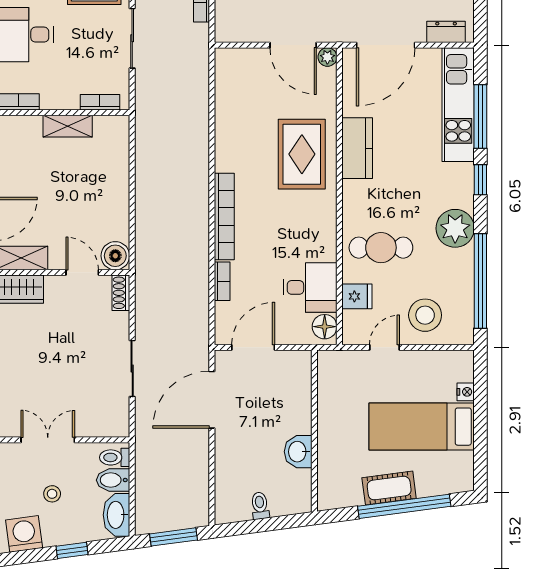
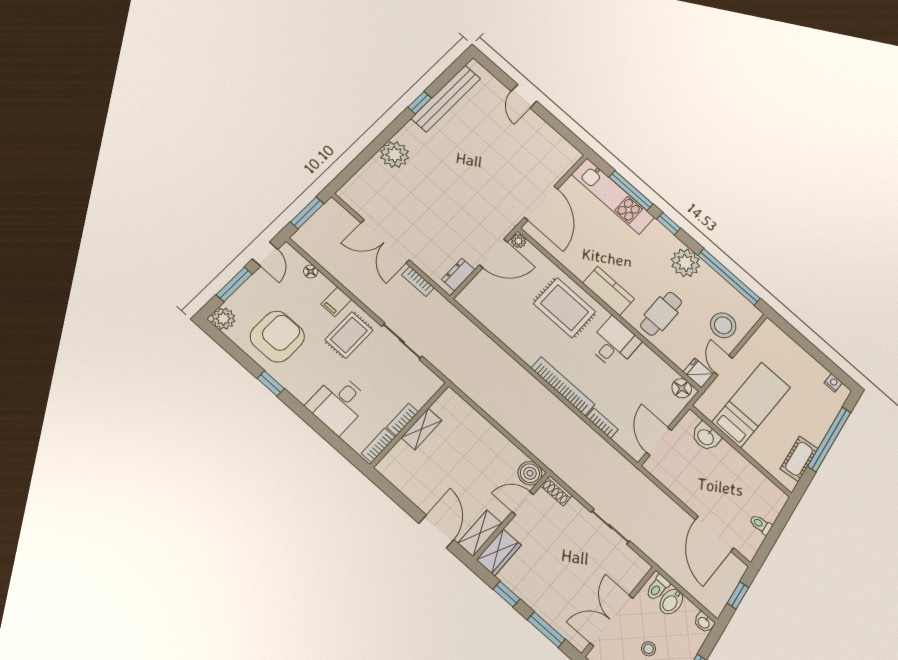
dresser: (446, 32) -> (458, 275), moved
bookcase: (100, 102) -> (403, 420), moved
kitchen counter: (357, 148) -> (608, 291), moved
desk: (310, 287) -> (614, 343), moved
fridge: (357, 296) -> (698, 373), moved, turned -90
nightstand: (466, 392) -> (833, 383), moved
door: (212, 400) -> (715, 534), moved
bed: (422, 427) -> (751, 405), moved, turned 180
double door: (48, 440) -> (611, 621), width x1.37
washbasin: (298, 452) -> (706, 437), moved
cot: (389, 488) -> (799, 459), moved
washbasin: (116, 515) -> (704, 622), width x0.52, depth x0.69
window: (174, 537) -> (738, 595), width x0.67

